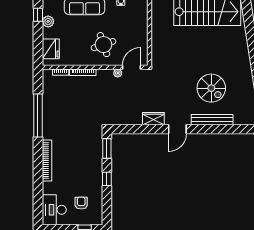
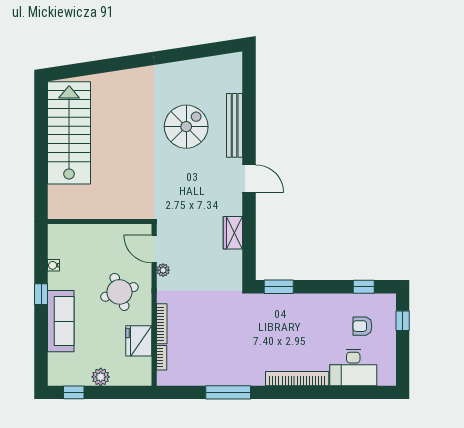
plant: (48, 21) -> (101, 377), moved
fridge: (51, 49) -> (139, 341), moved, turned -90
window: (38, 116) -> (228, 392), width x0.68
wardrobe: (153, 119) -> (233, 233), moved
window: (107, 179) -> (364, 287), moved
desk: (54, 210) -> (353, 367), moved

